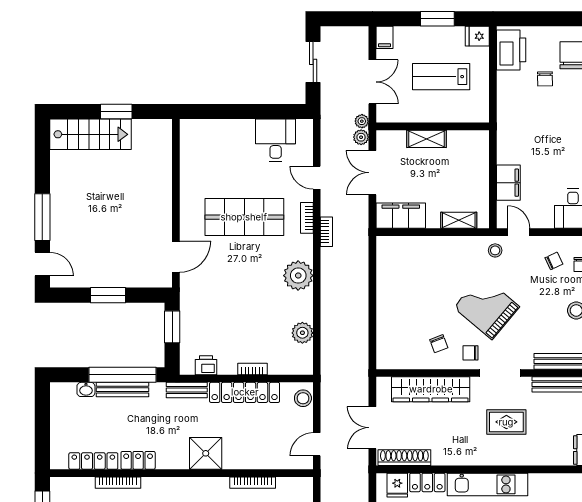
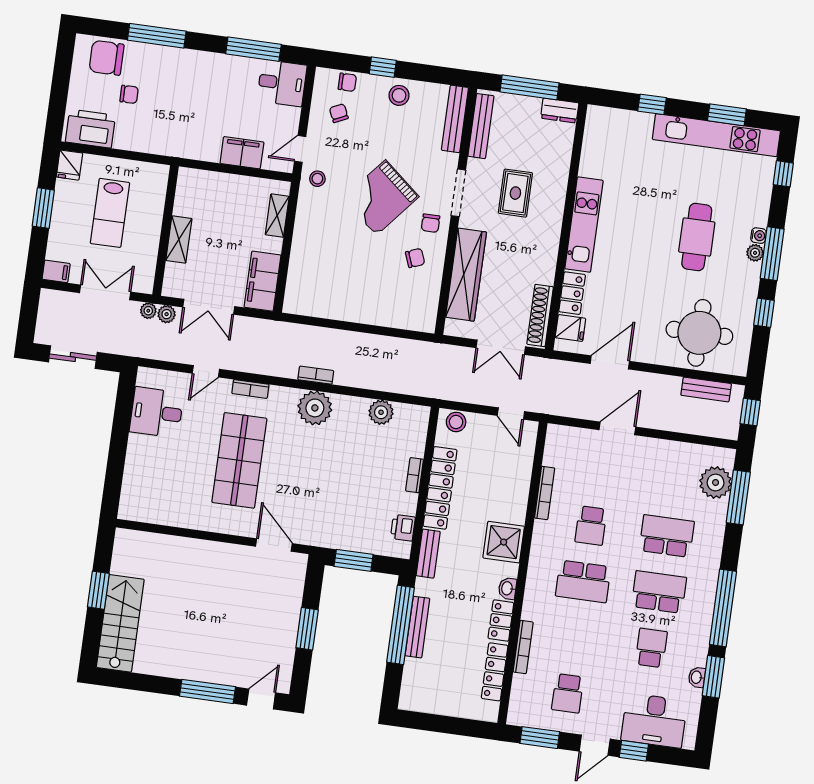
bookcase: (326, 232) -> (316, 375), moved
washbasin: (86, 389) -> (507, 588), moved, turned 180

